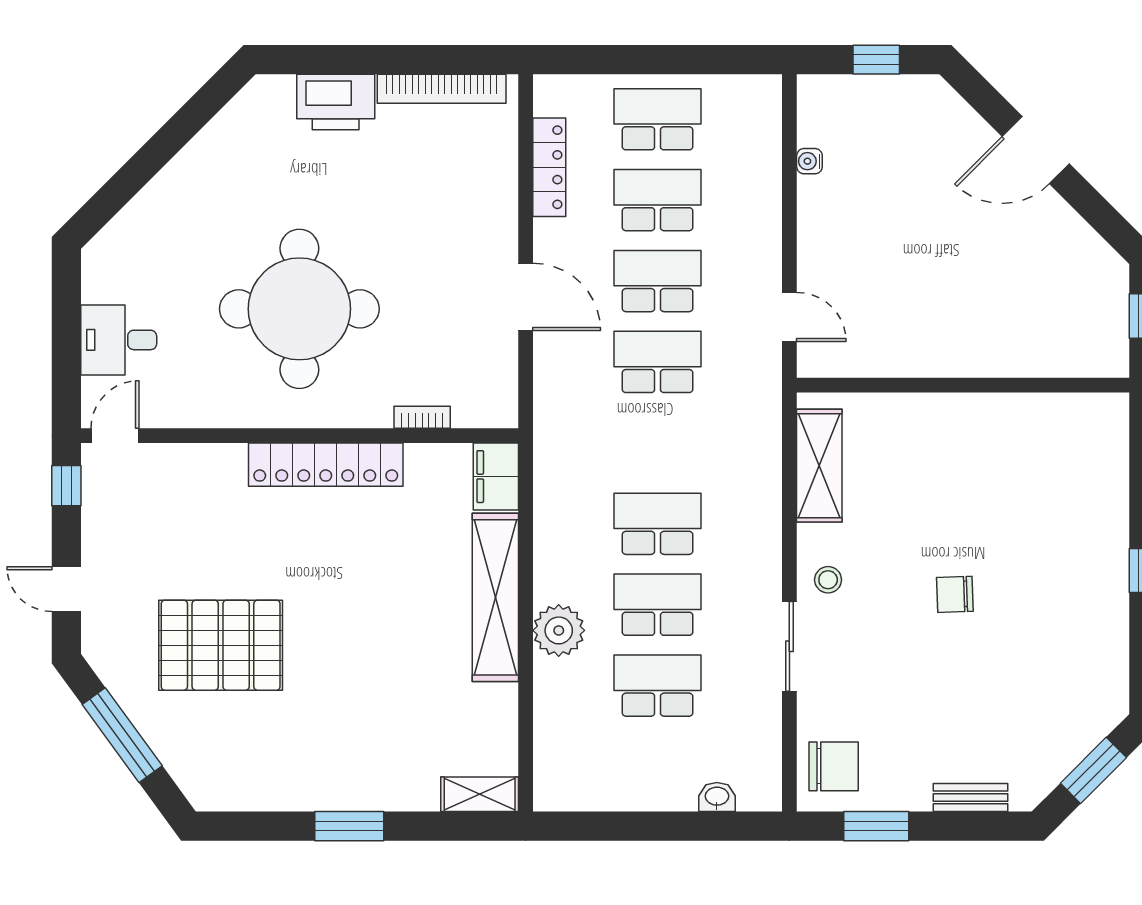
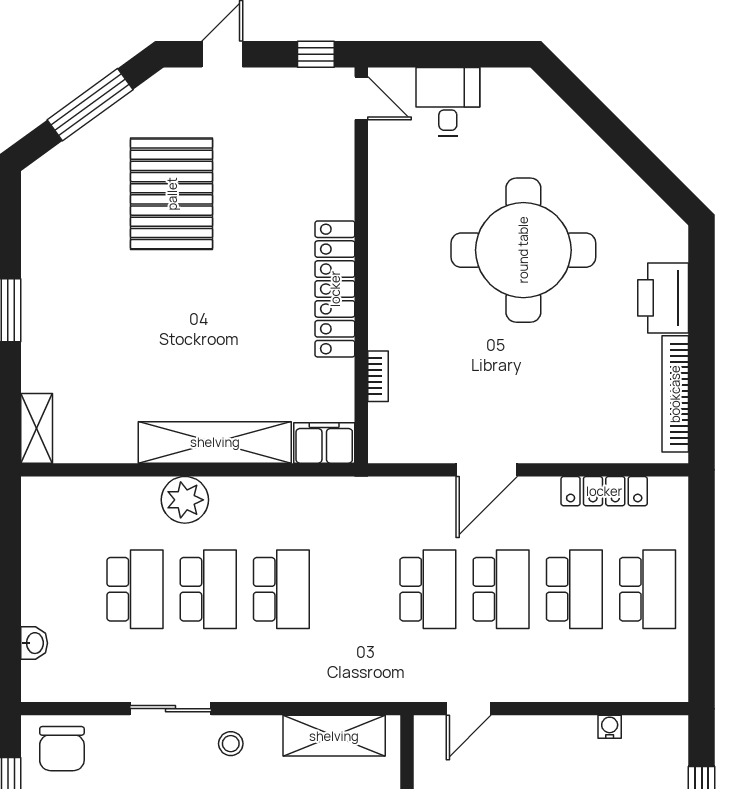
round table: (299, 309) -> (523, 250), moved

